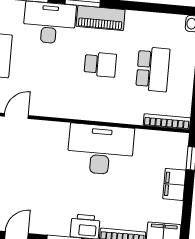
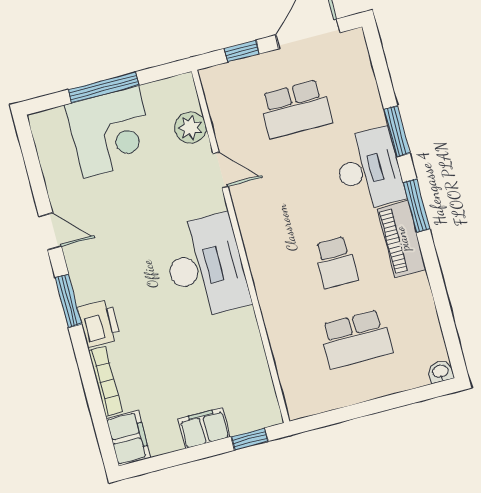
bookcase: (167, 122) -> (289, 386), removed
desk: (101, 149) -> (206, 267), moved

